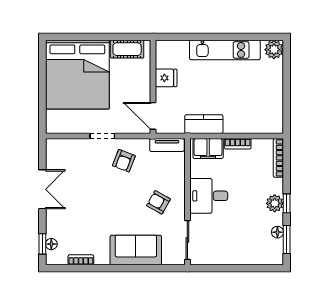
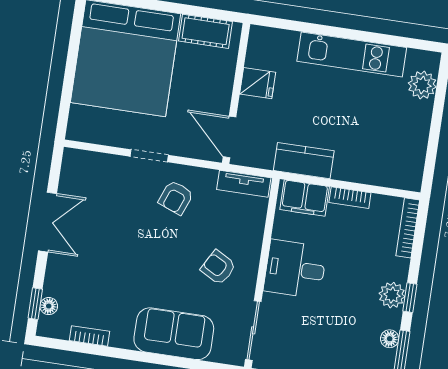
plant: (274, 50) -> (422, 85), moved

